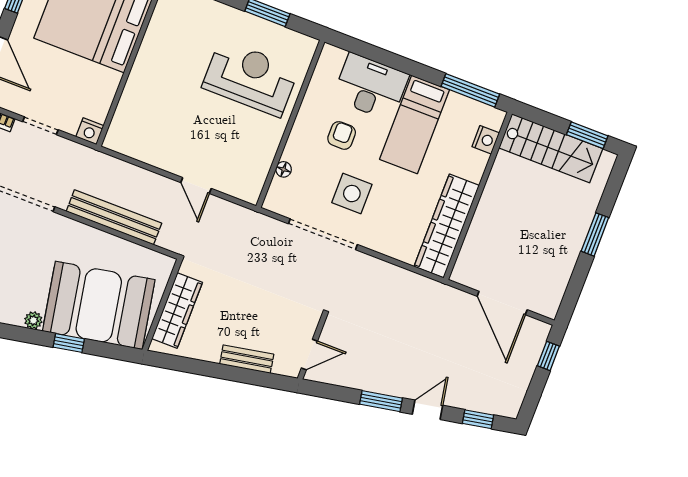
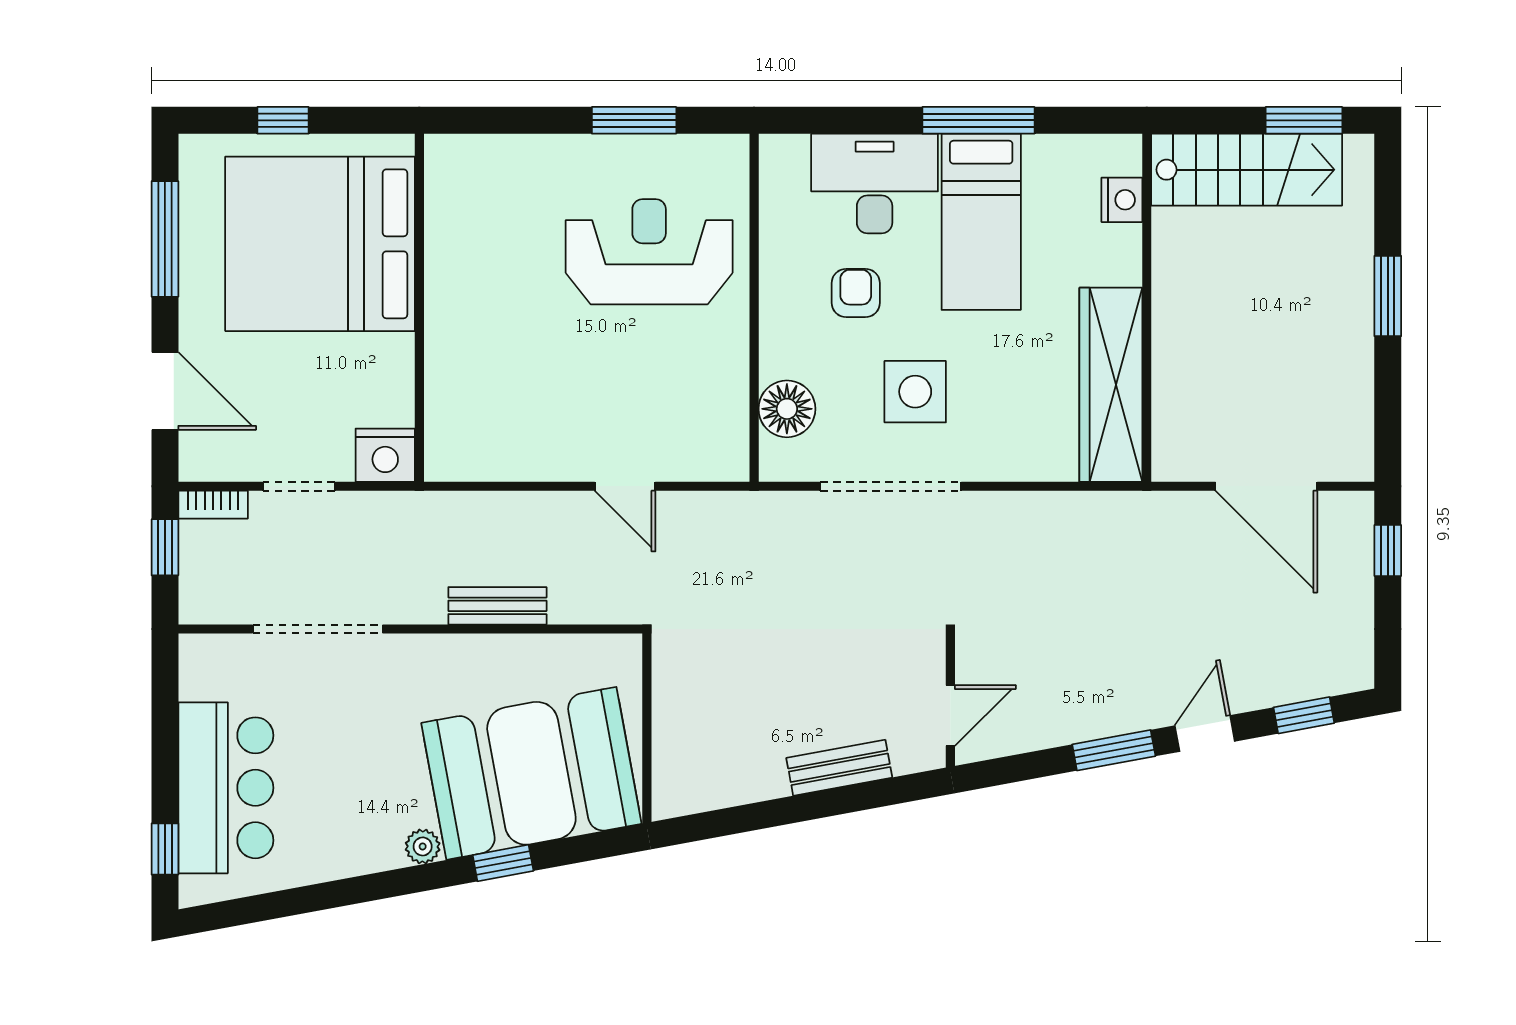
window: (470, 90) -> (978, 120), moved
nightstand: (90, 131) -> (385, 455), width x1.36, depth x1.33
floor lamp: (284, 169) -> (787, 409), width x1.89, depth x1.89
bench: (114, 217) -> (497, 606), width x0.54, depth x0.82
wardrobe: (177, 310) -> (678, 728), removed

